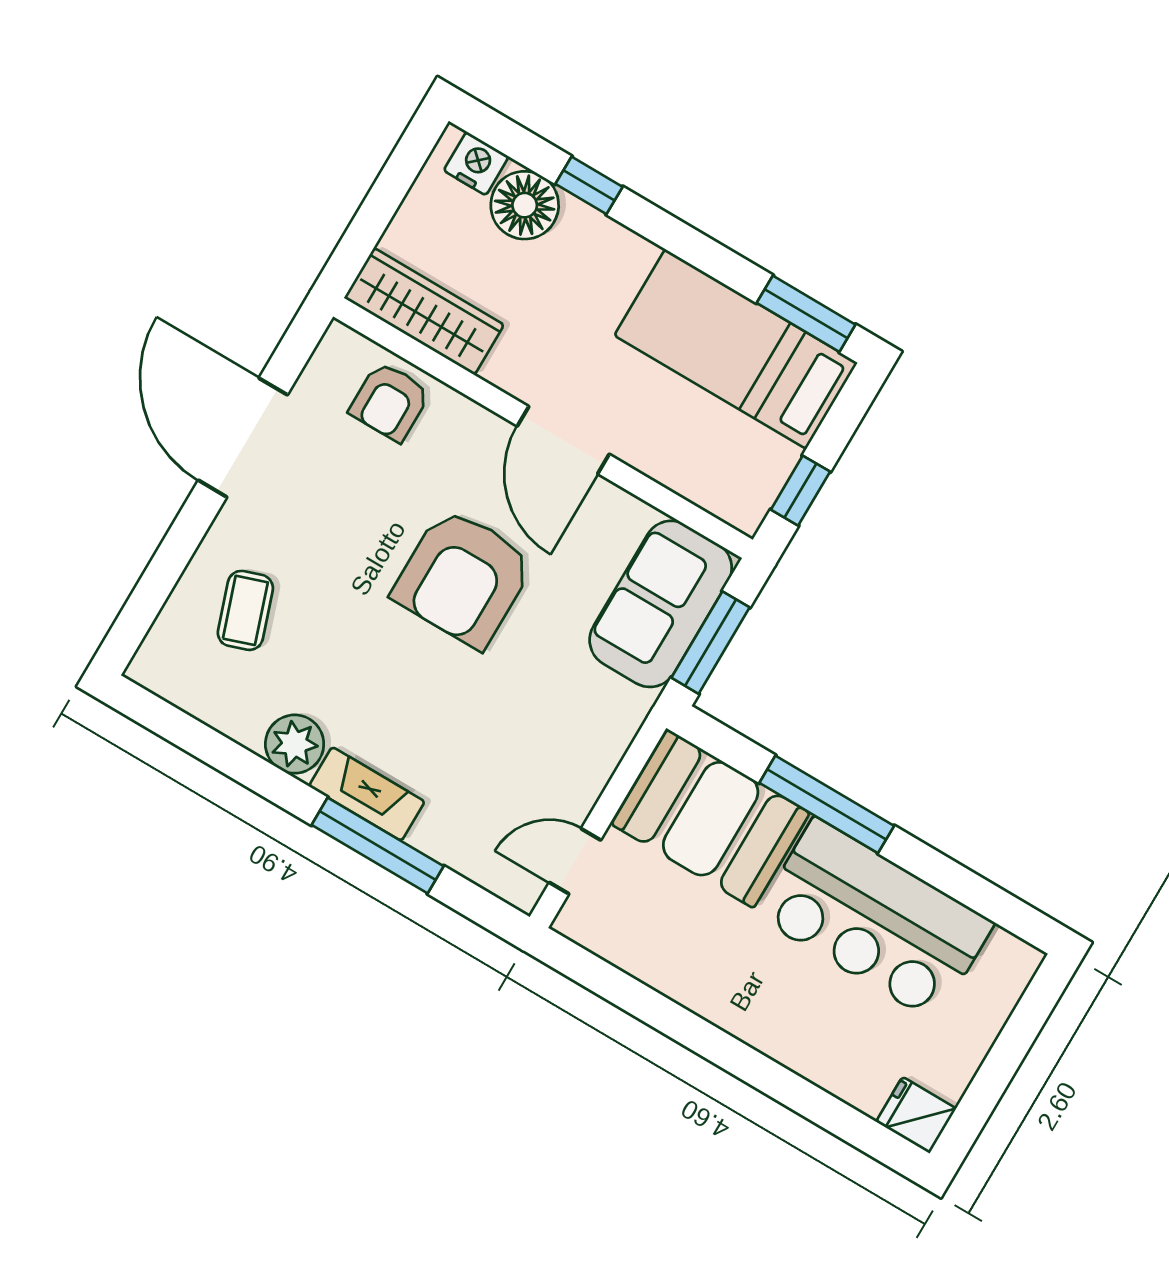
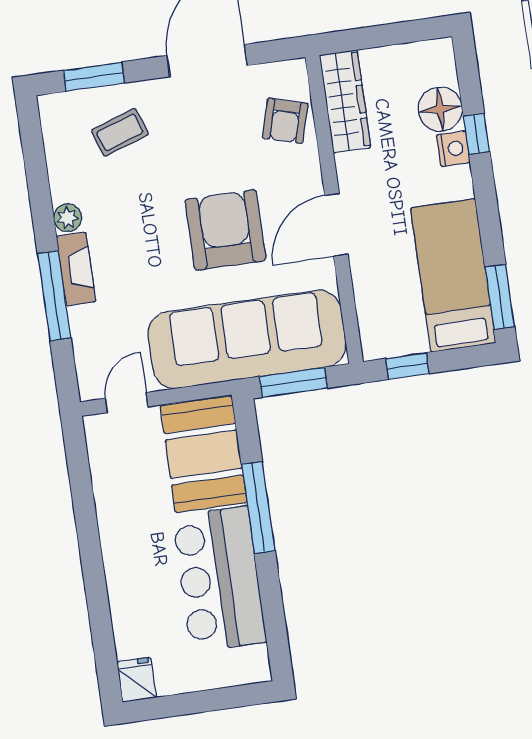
nightstand: (476, 163) -> (453, 149), moved
armchair: (390, 402) -> (285, 121), turned -74
armchair: (463, 578) -> (225, 230), turned 90
window: (154, 588) -> (94, 77), added
sofa: (661, 604) -> (247, 339), width x1.85, depth x1.27
plant: (295, 744) -> (68, 218), width x0.73, depth x0.73
door: (575, 861) -> (127, 403), hinge flipped

